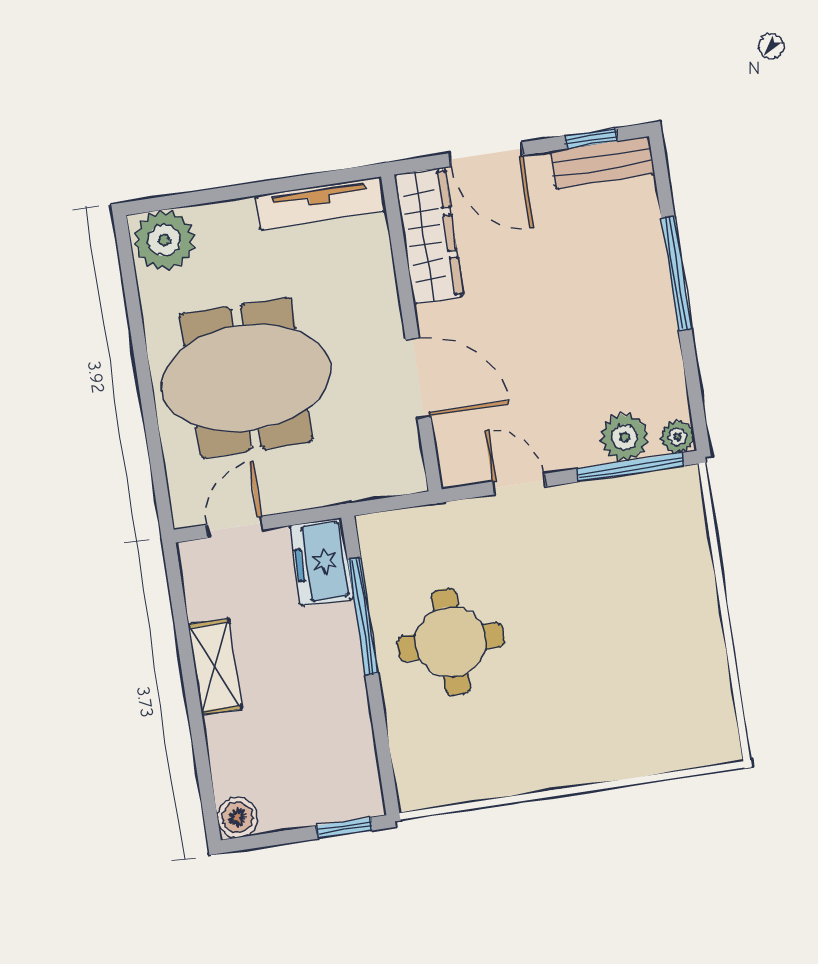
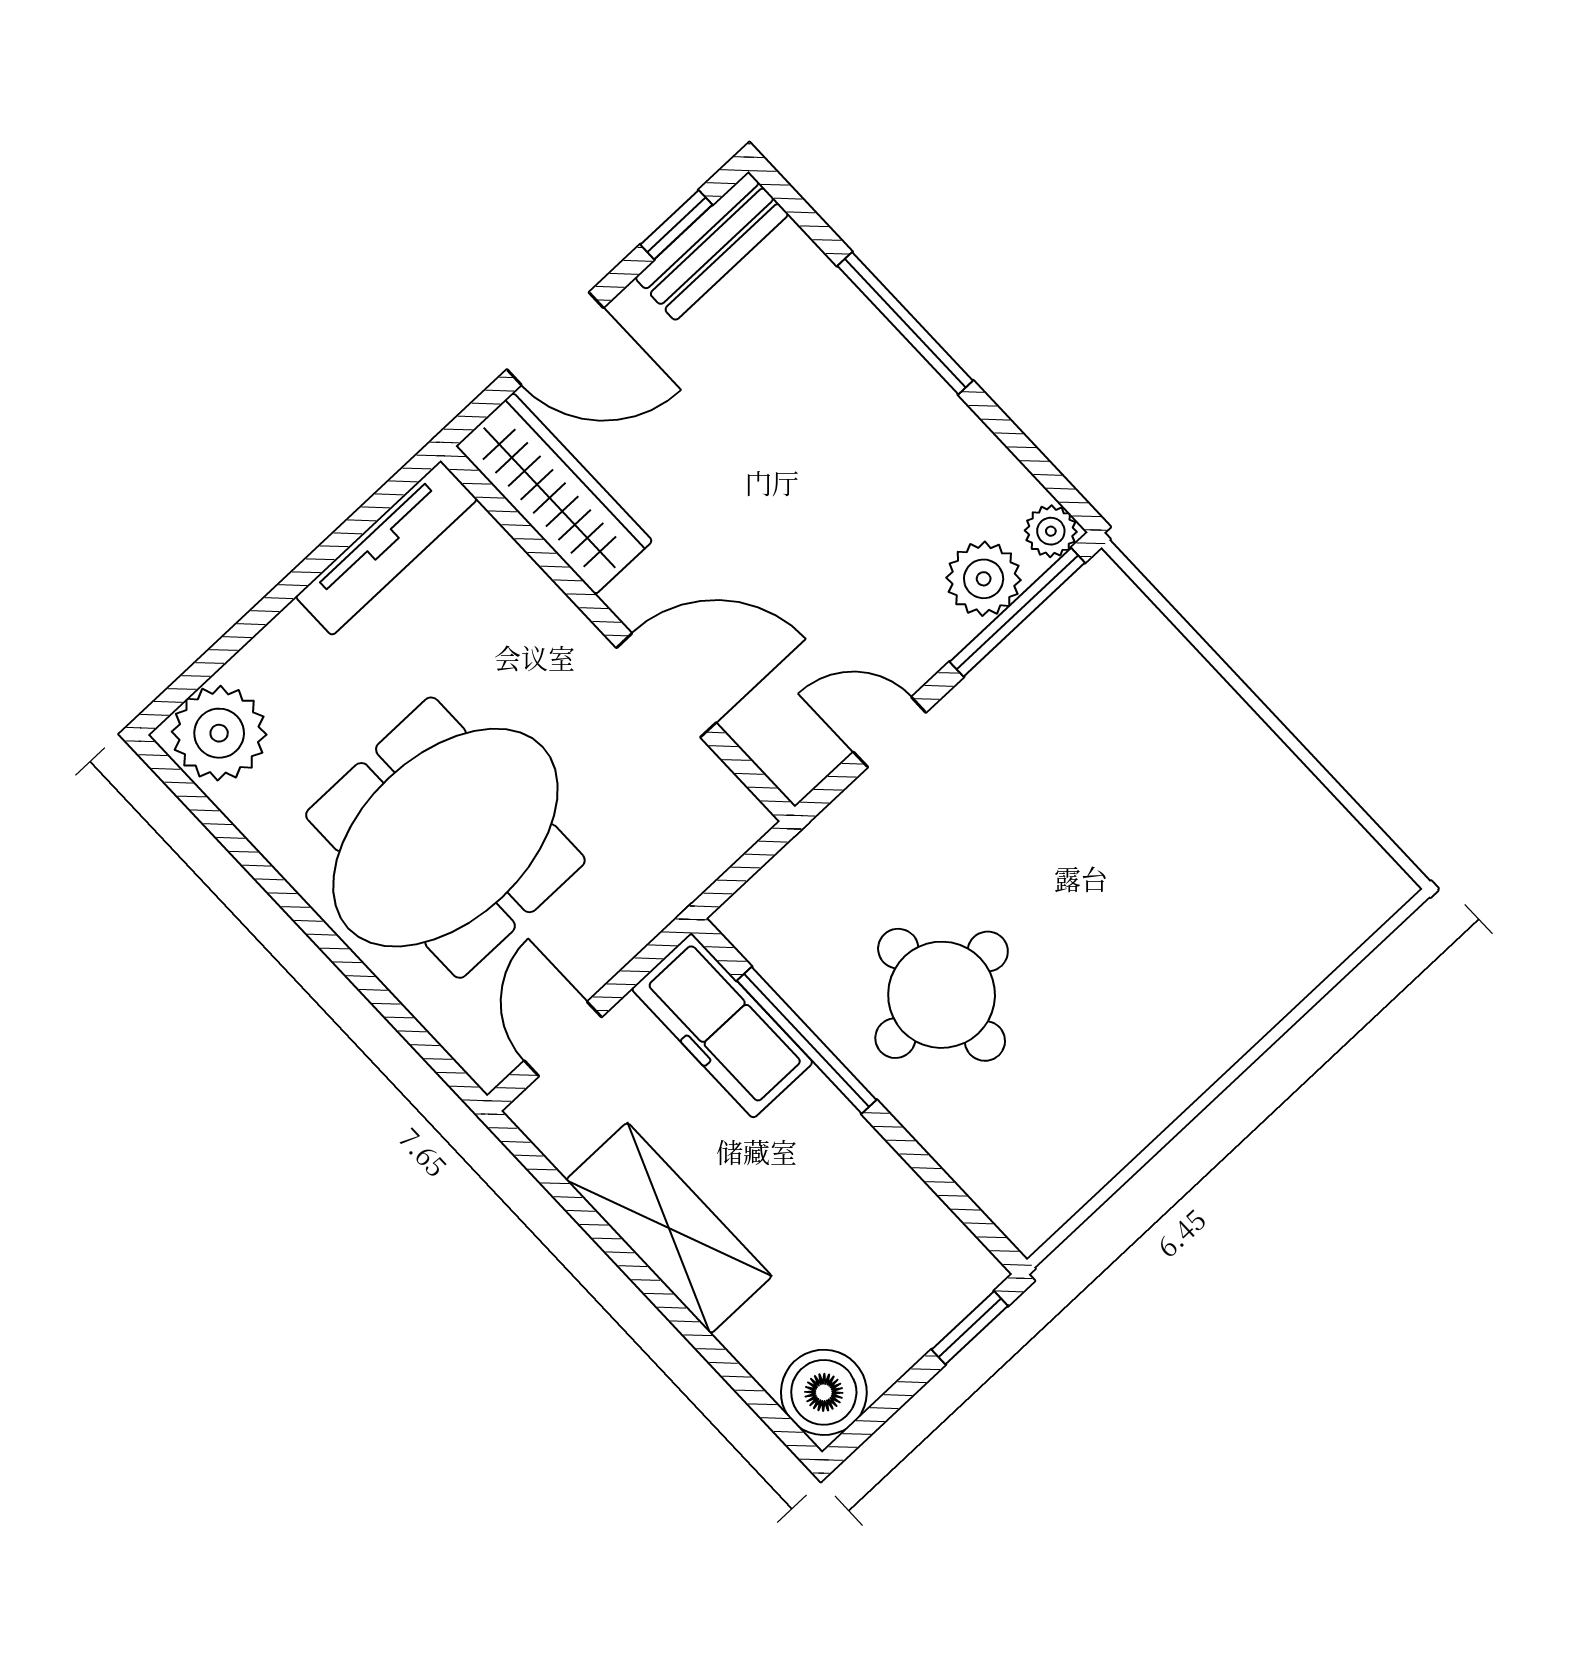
freezer: (321, 562) -> (722, 1026), width x1.40
shelving: (215, 667) -> (669, 1228), width x1.50, depth x1.33
boiler: (237, 817) -> (824, 1392), width x1.36, depth x1.36

